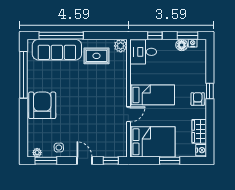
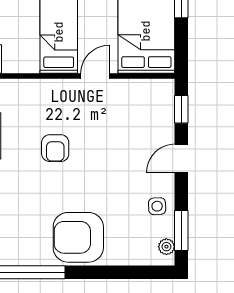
armchair: (90, 93) -> (55, 148), added
door: (128, 114) -> (95, 76), hinge flipped

